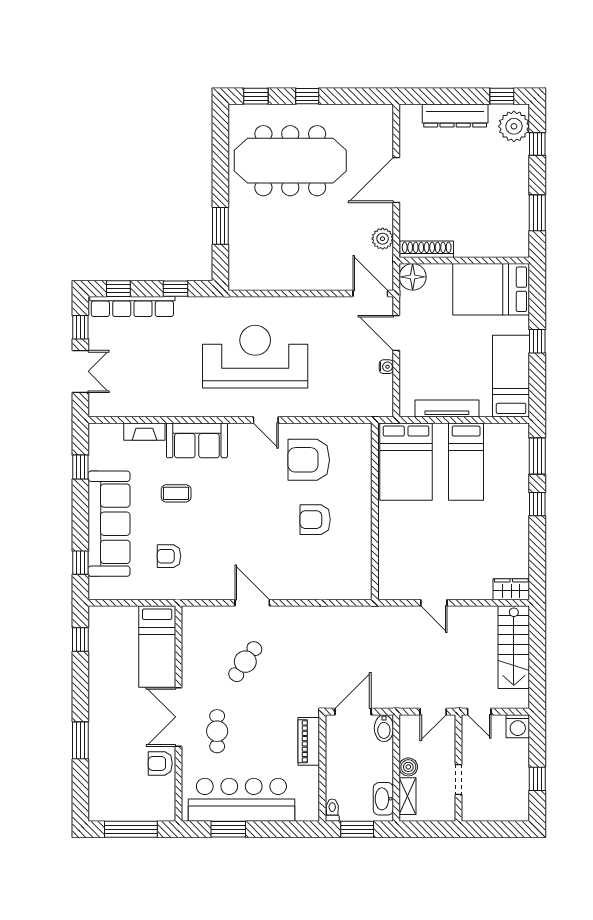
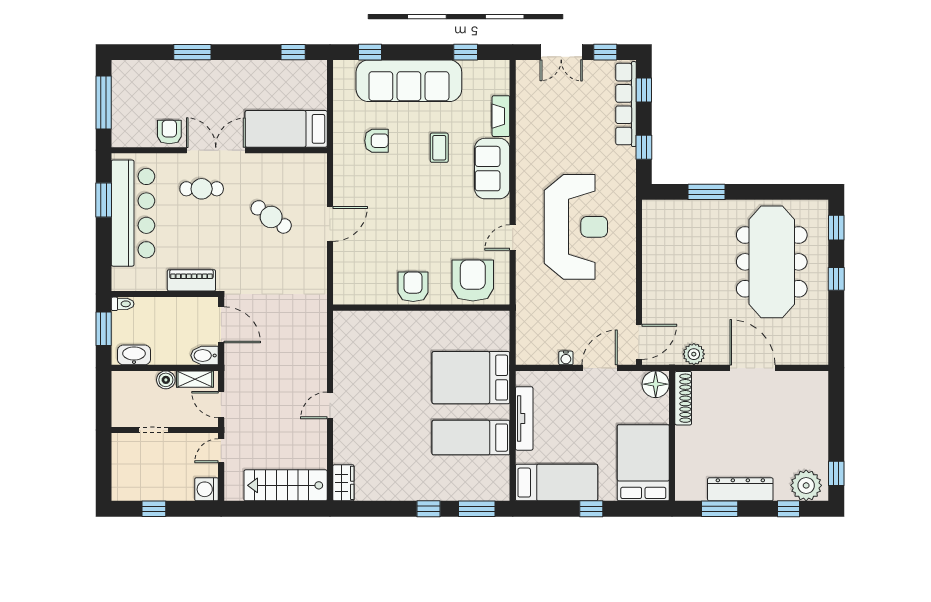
dresser: (455, 116) -> (740, 489), moved, turned 90
wall: (375, 511) -> (421, 308), moved
armchair: (169, 556) -> (376, 141), turned 90
shelving: (408, 796) -> (195, 379), moved

